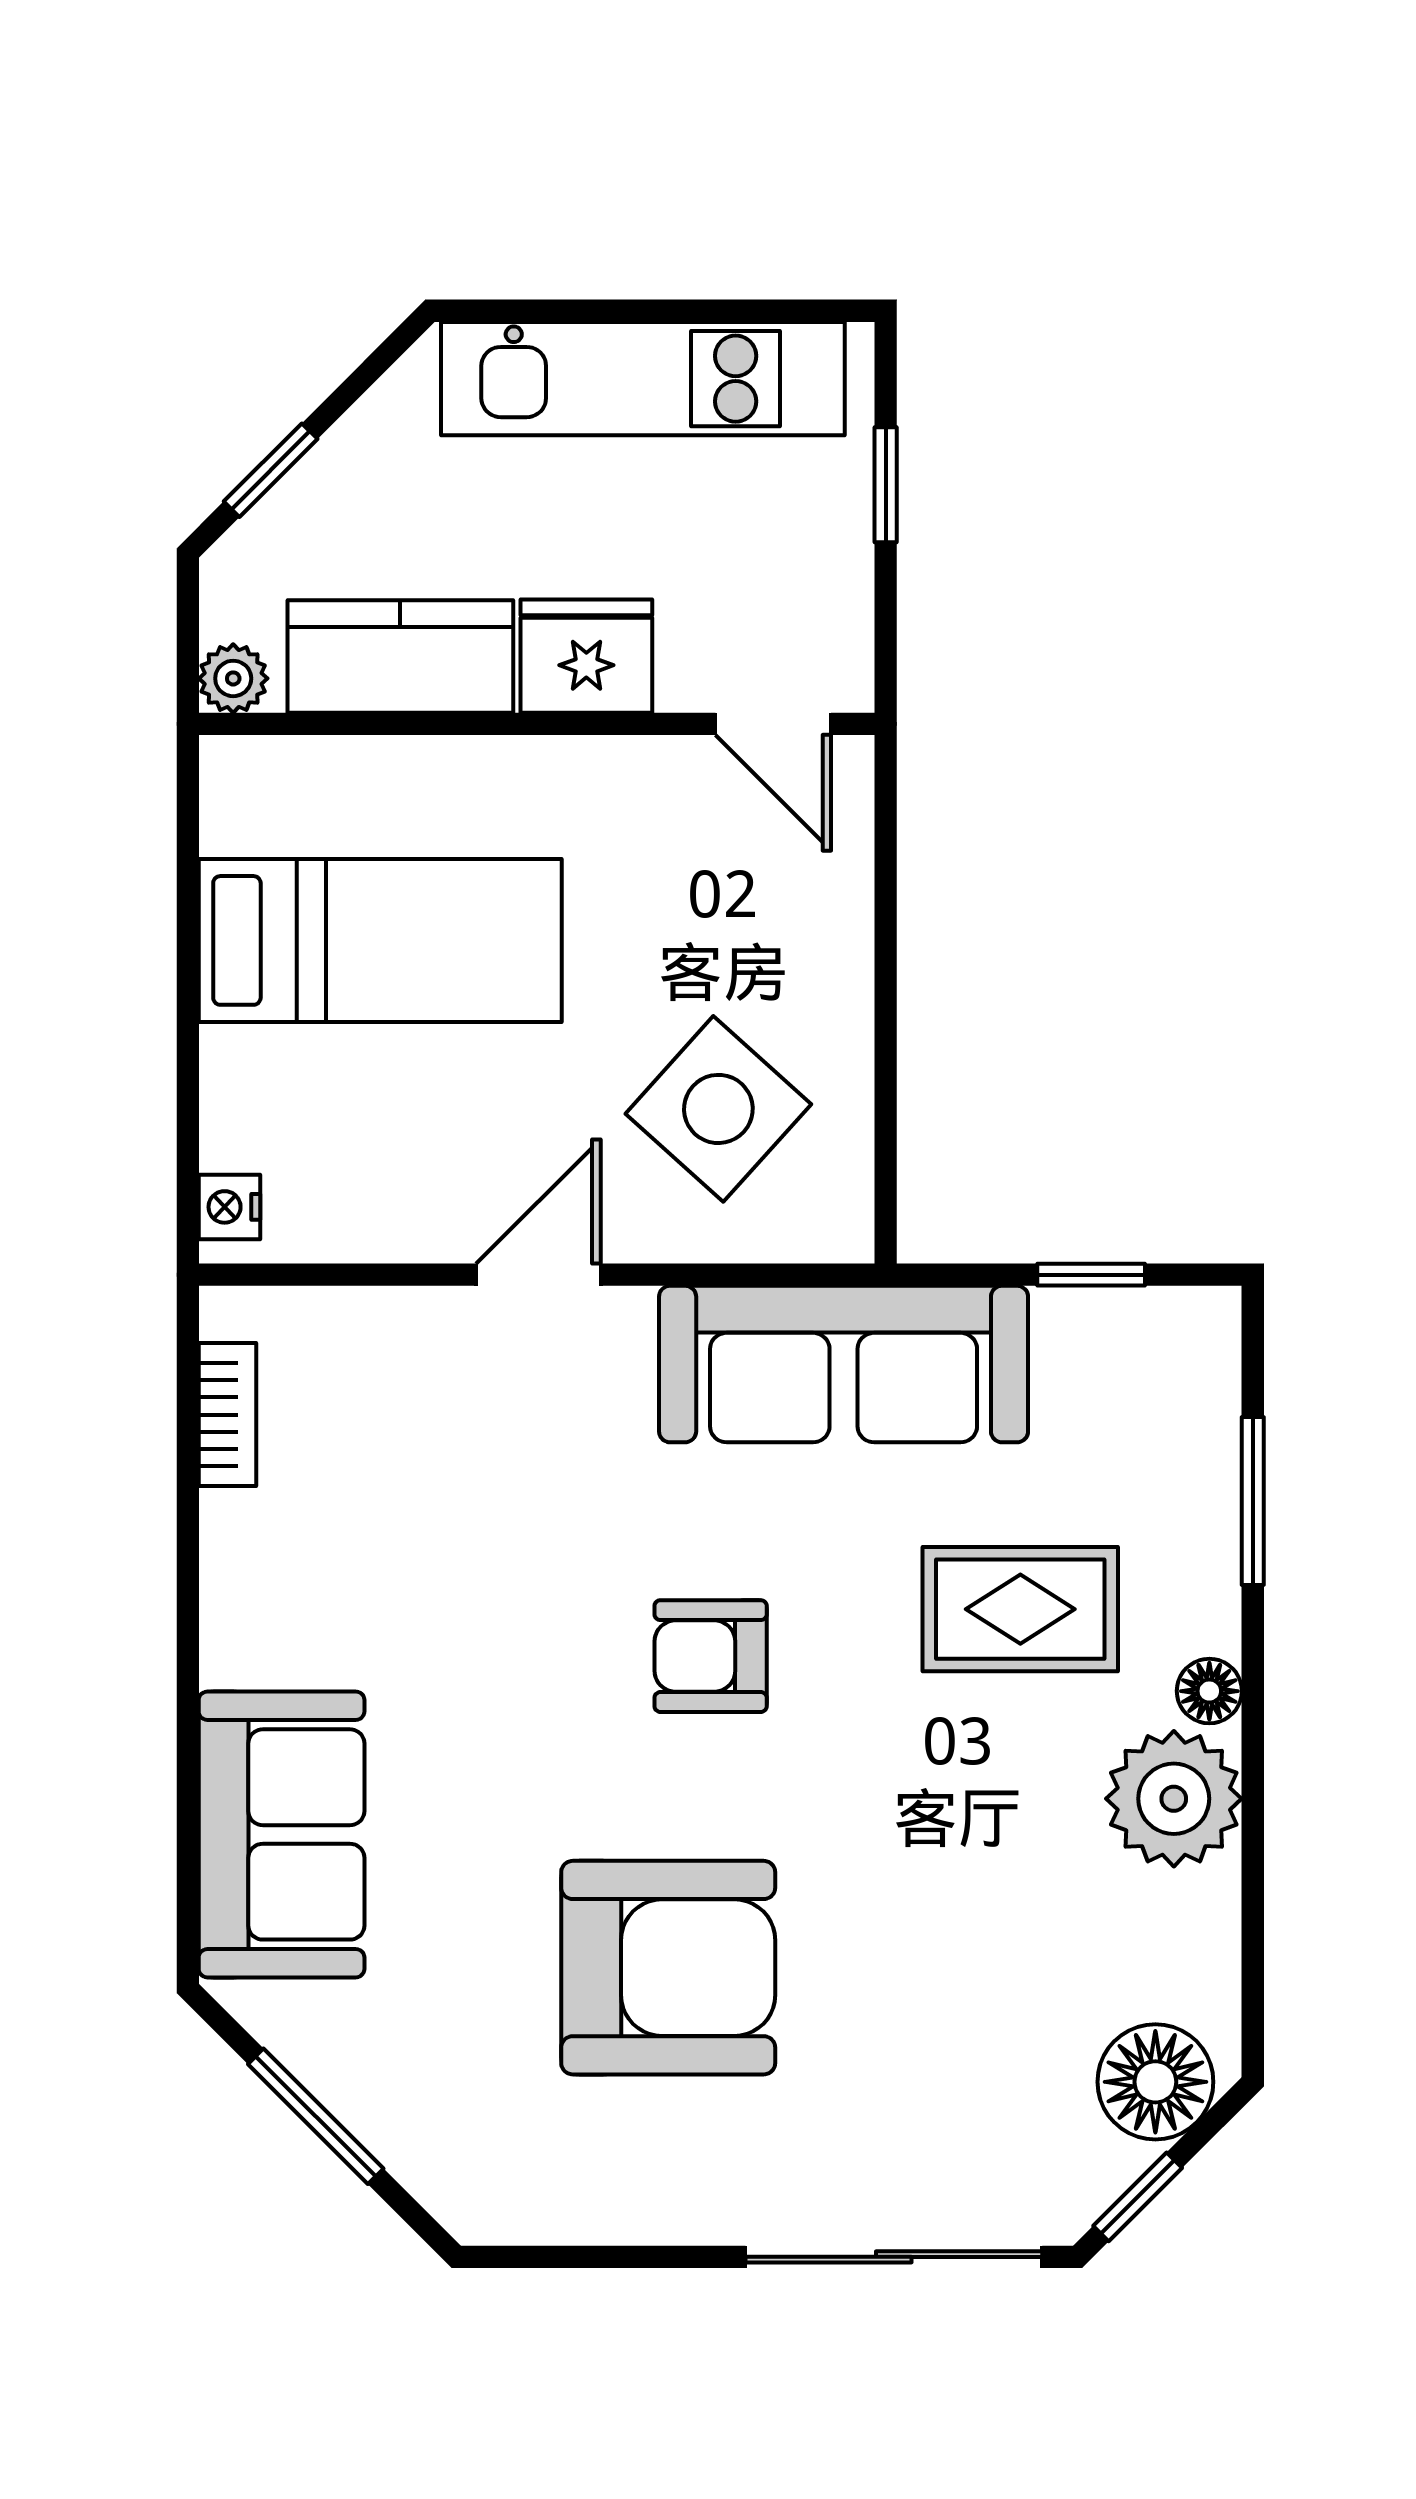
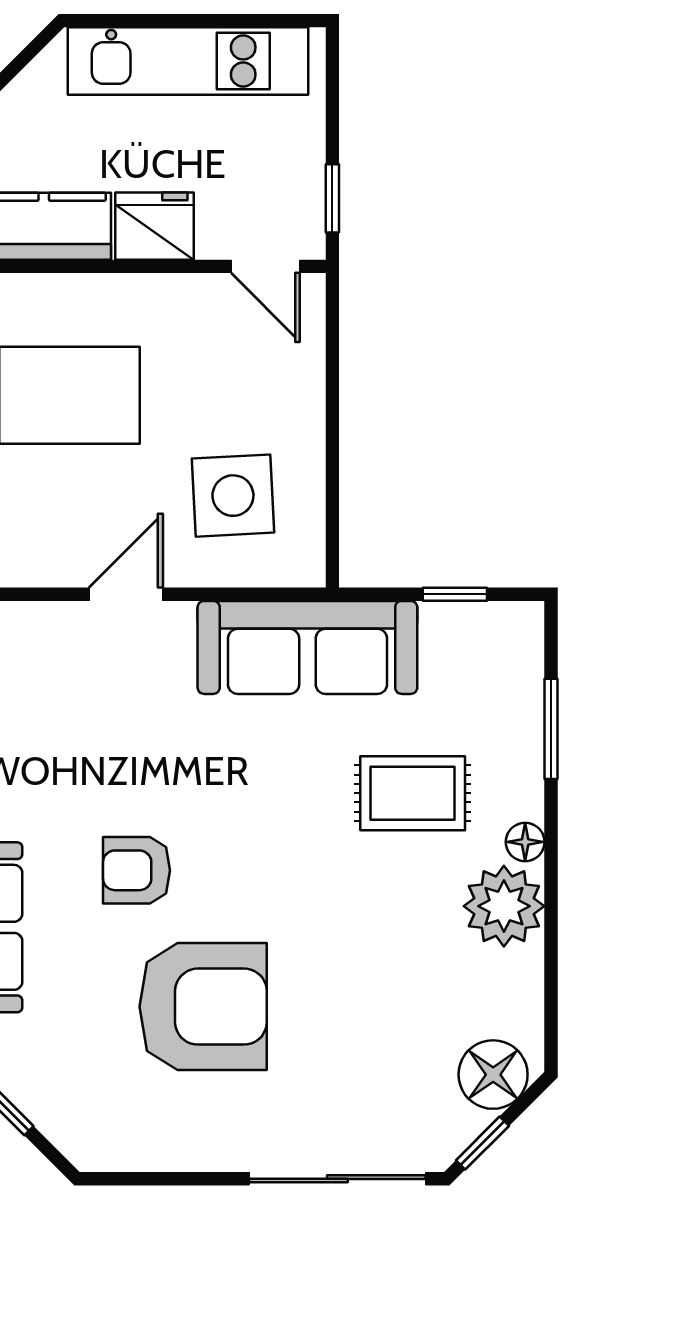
window: (886, 485) -> (332, 198), moved
side table: (718, 1109) -> (233, 496), turned 45
armchair: (711, 1656) -> (136, 870), moved

